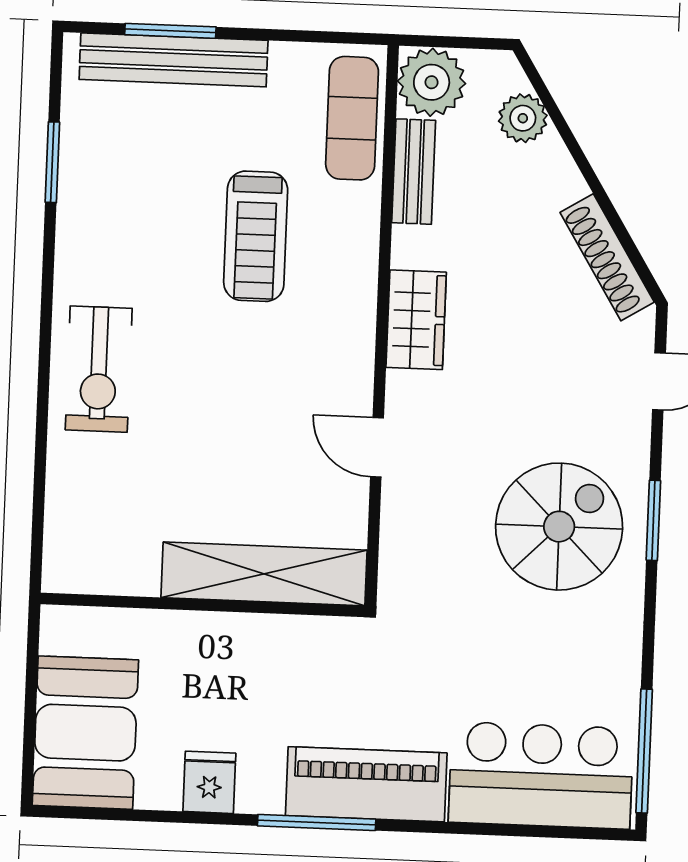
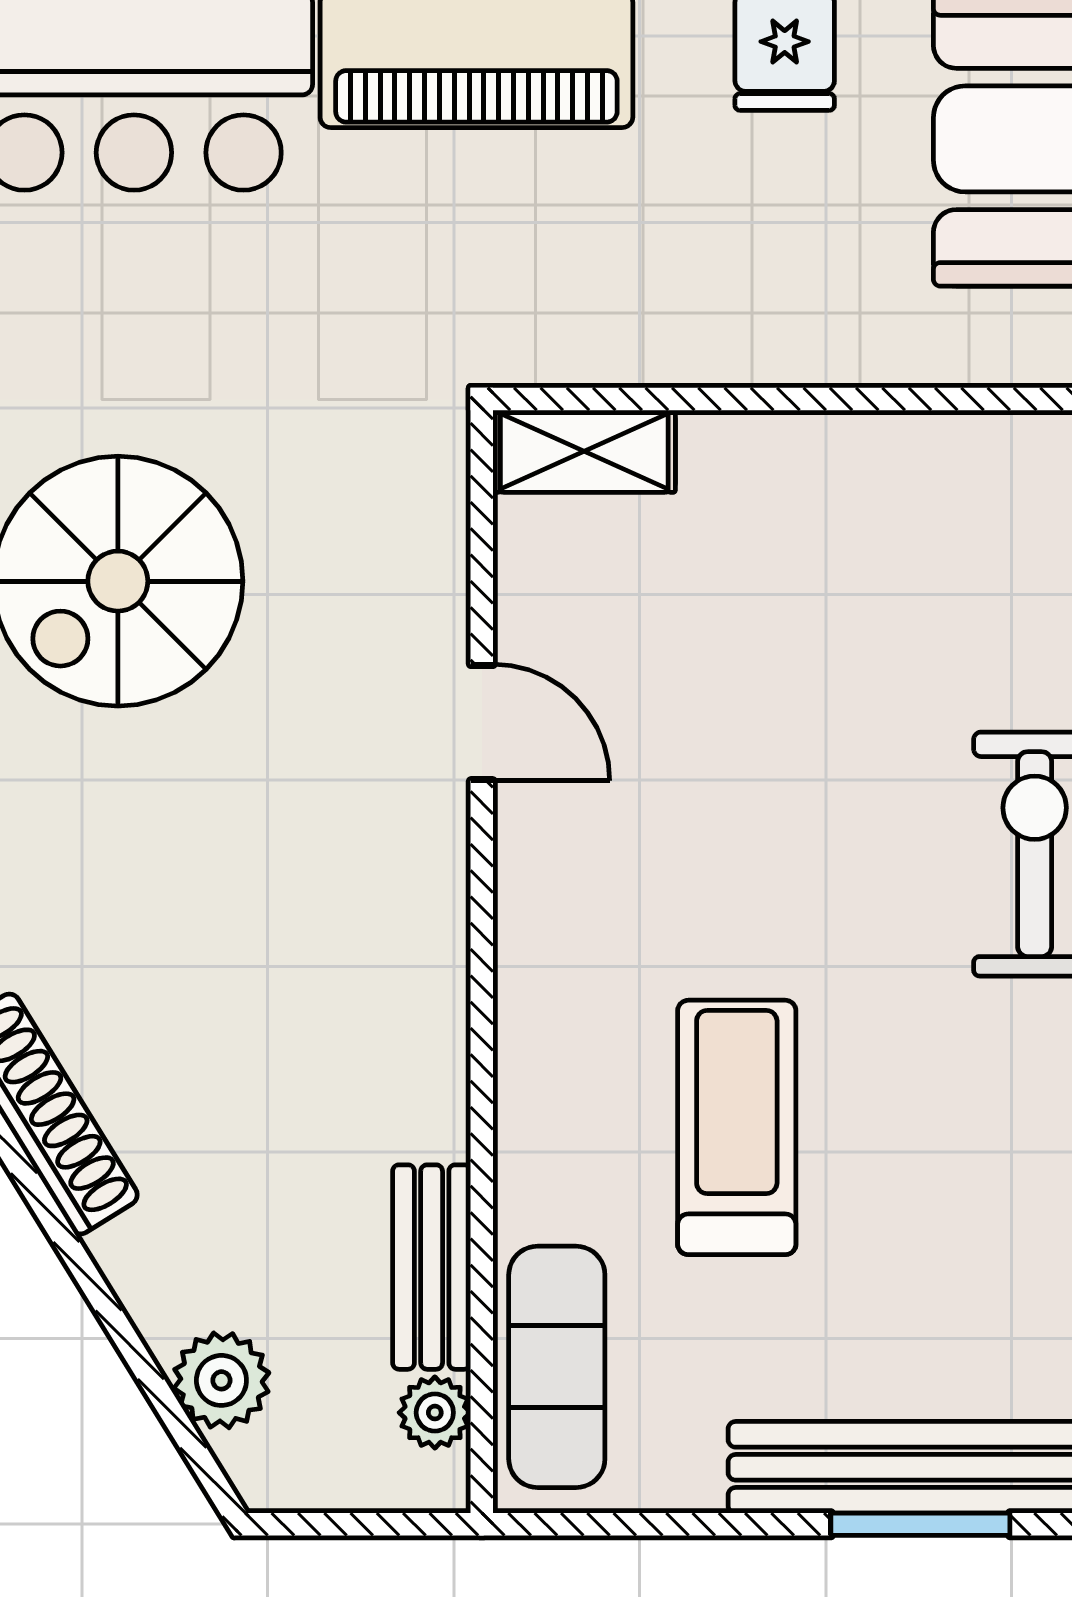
plant: (432, 82) -> (435, 1413), width x0.53, depth x0.53
wardrobe: (416, 320) -> (415, 976), removed
shelving: (264, 574) -> (584, 451), width x0.45, depth x0.75

